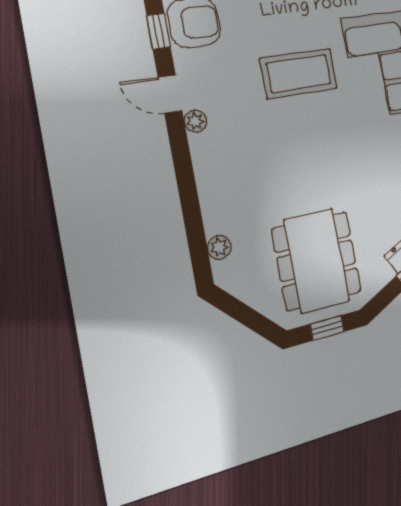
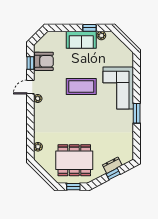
door: (170, 94) -> (30, 87), hinge flipped
dining table: (317, 261) -> (74, 160), turned 90

